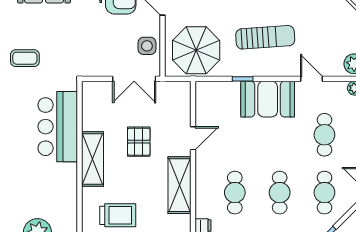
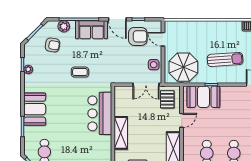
booth: (268, 99) -> (203, 97), moved
pallet: (139, 142) -> (167, 99), moved

